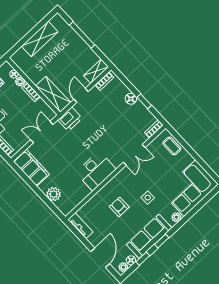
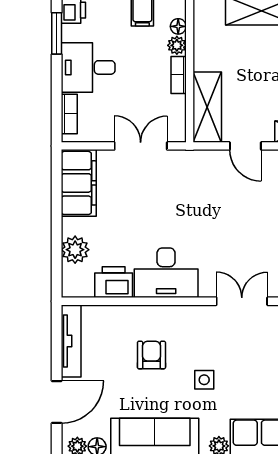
door: (81, 95) -> (245, 146), swing flipped
printer: (70, 119) -> (114, 282), moved, turned 180
double door: (134, 155) -> (242, 301), swing flipped
tv unit: (80, 226) -> (71, 341), width x1.41

